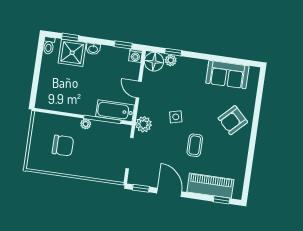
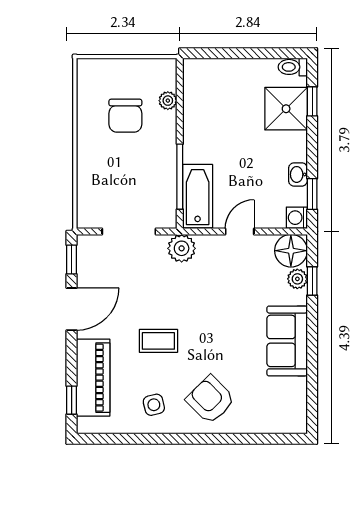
washbasin: (93, 49) -> (298, 174), moved
sofa: (227, 75) -> (287, 341), moved
side table: (176, 117) -> (154, 405), moved
plant: (86, 124) -> (168, 101), moved

